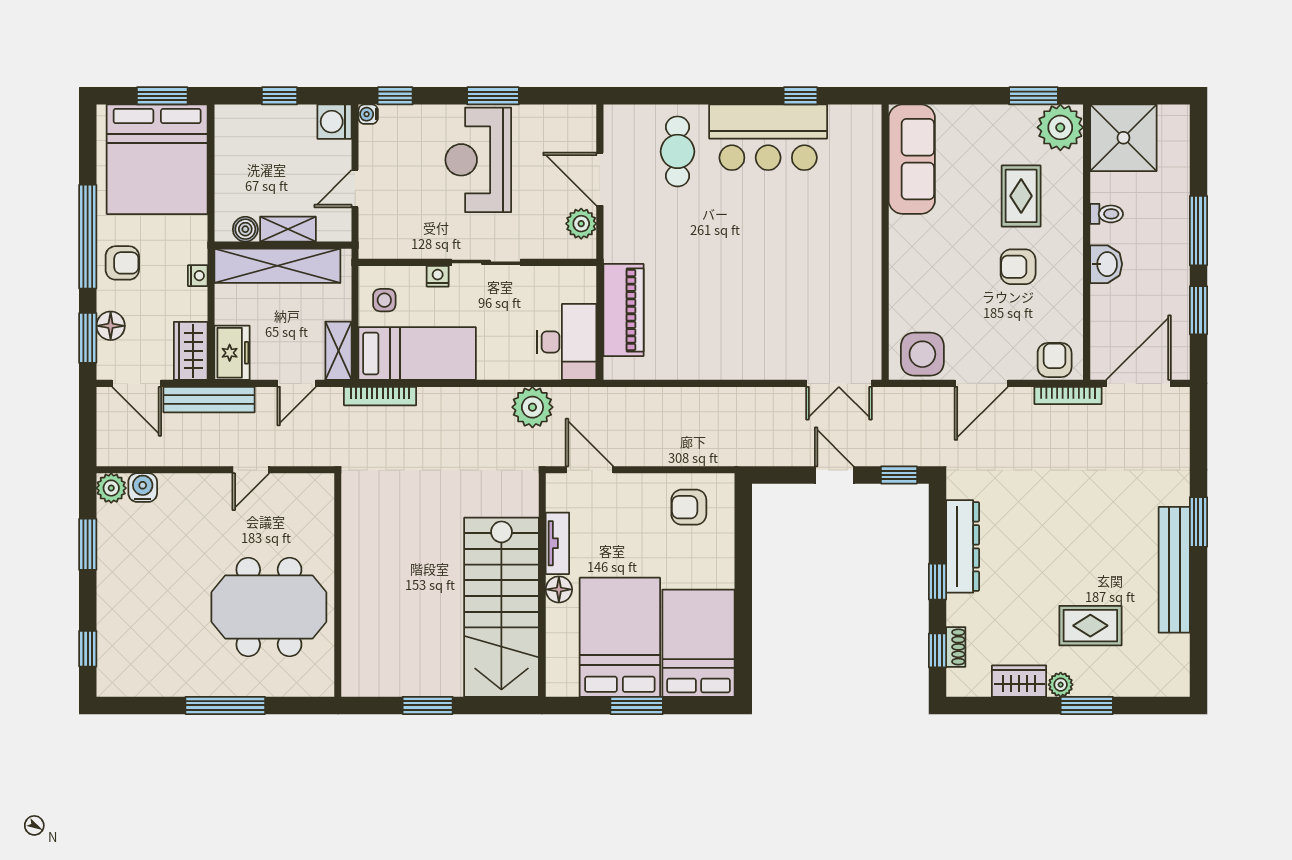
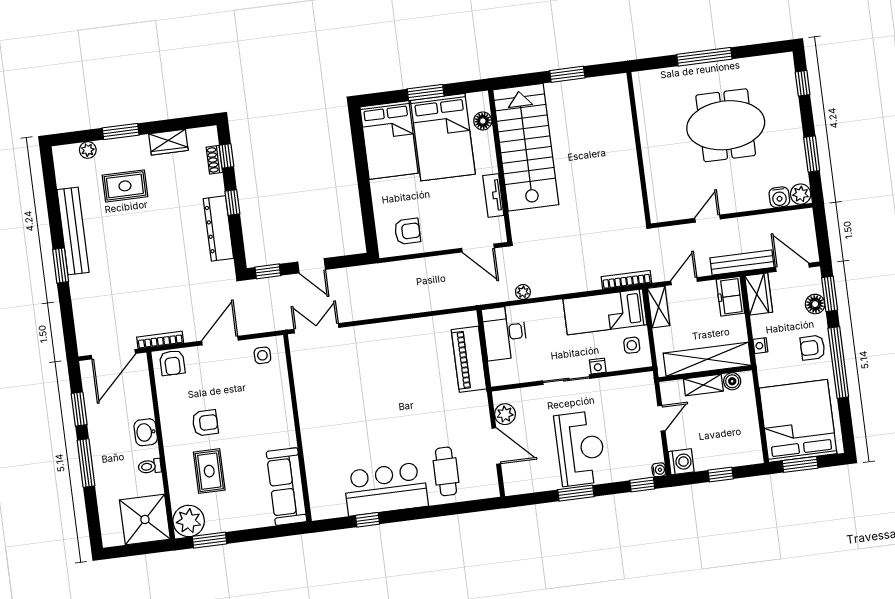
side table: (922, 354) -> (262, 355), width x0.54, depth x0.54
plant: (532, 407) -> (523, 292), width x0.53, depth x0.53
floor lamp: (559, 589) -> (483, 121), moved
meeting table: (269, 607) -> (726, 125), moved
plant: (1061, 685) -> (88, 150), moved

